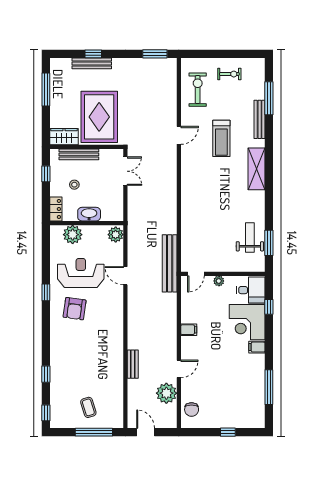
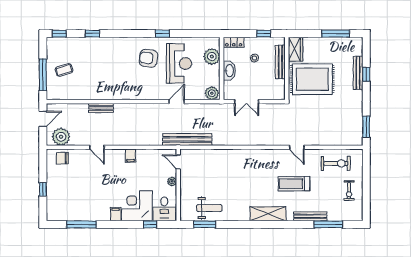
double door: (125, 171) -> (247, 102), moved
plant: (166, 393) -> (61, 137), moved

